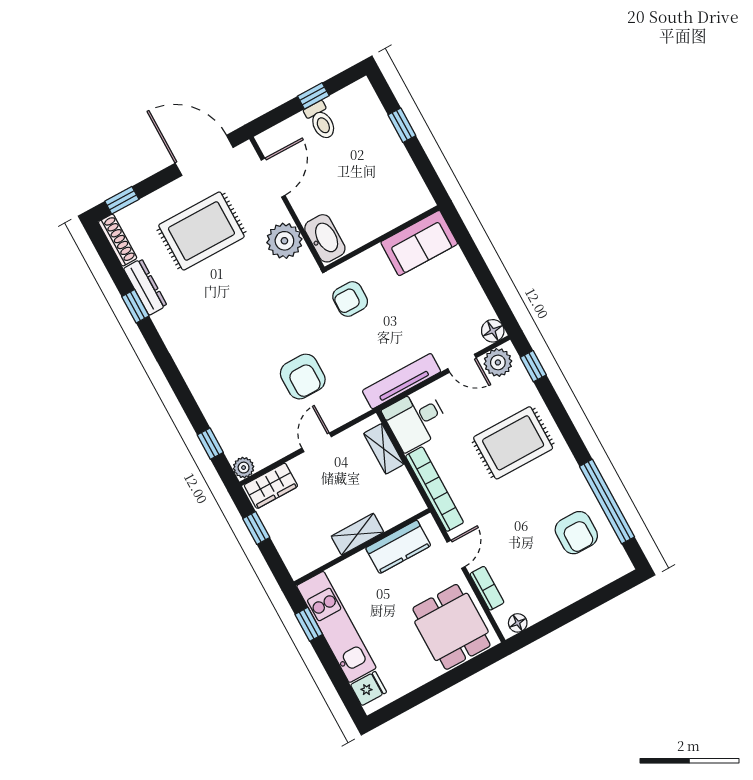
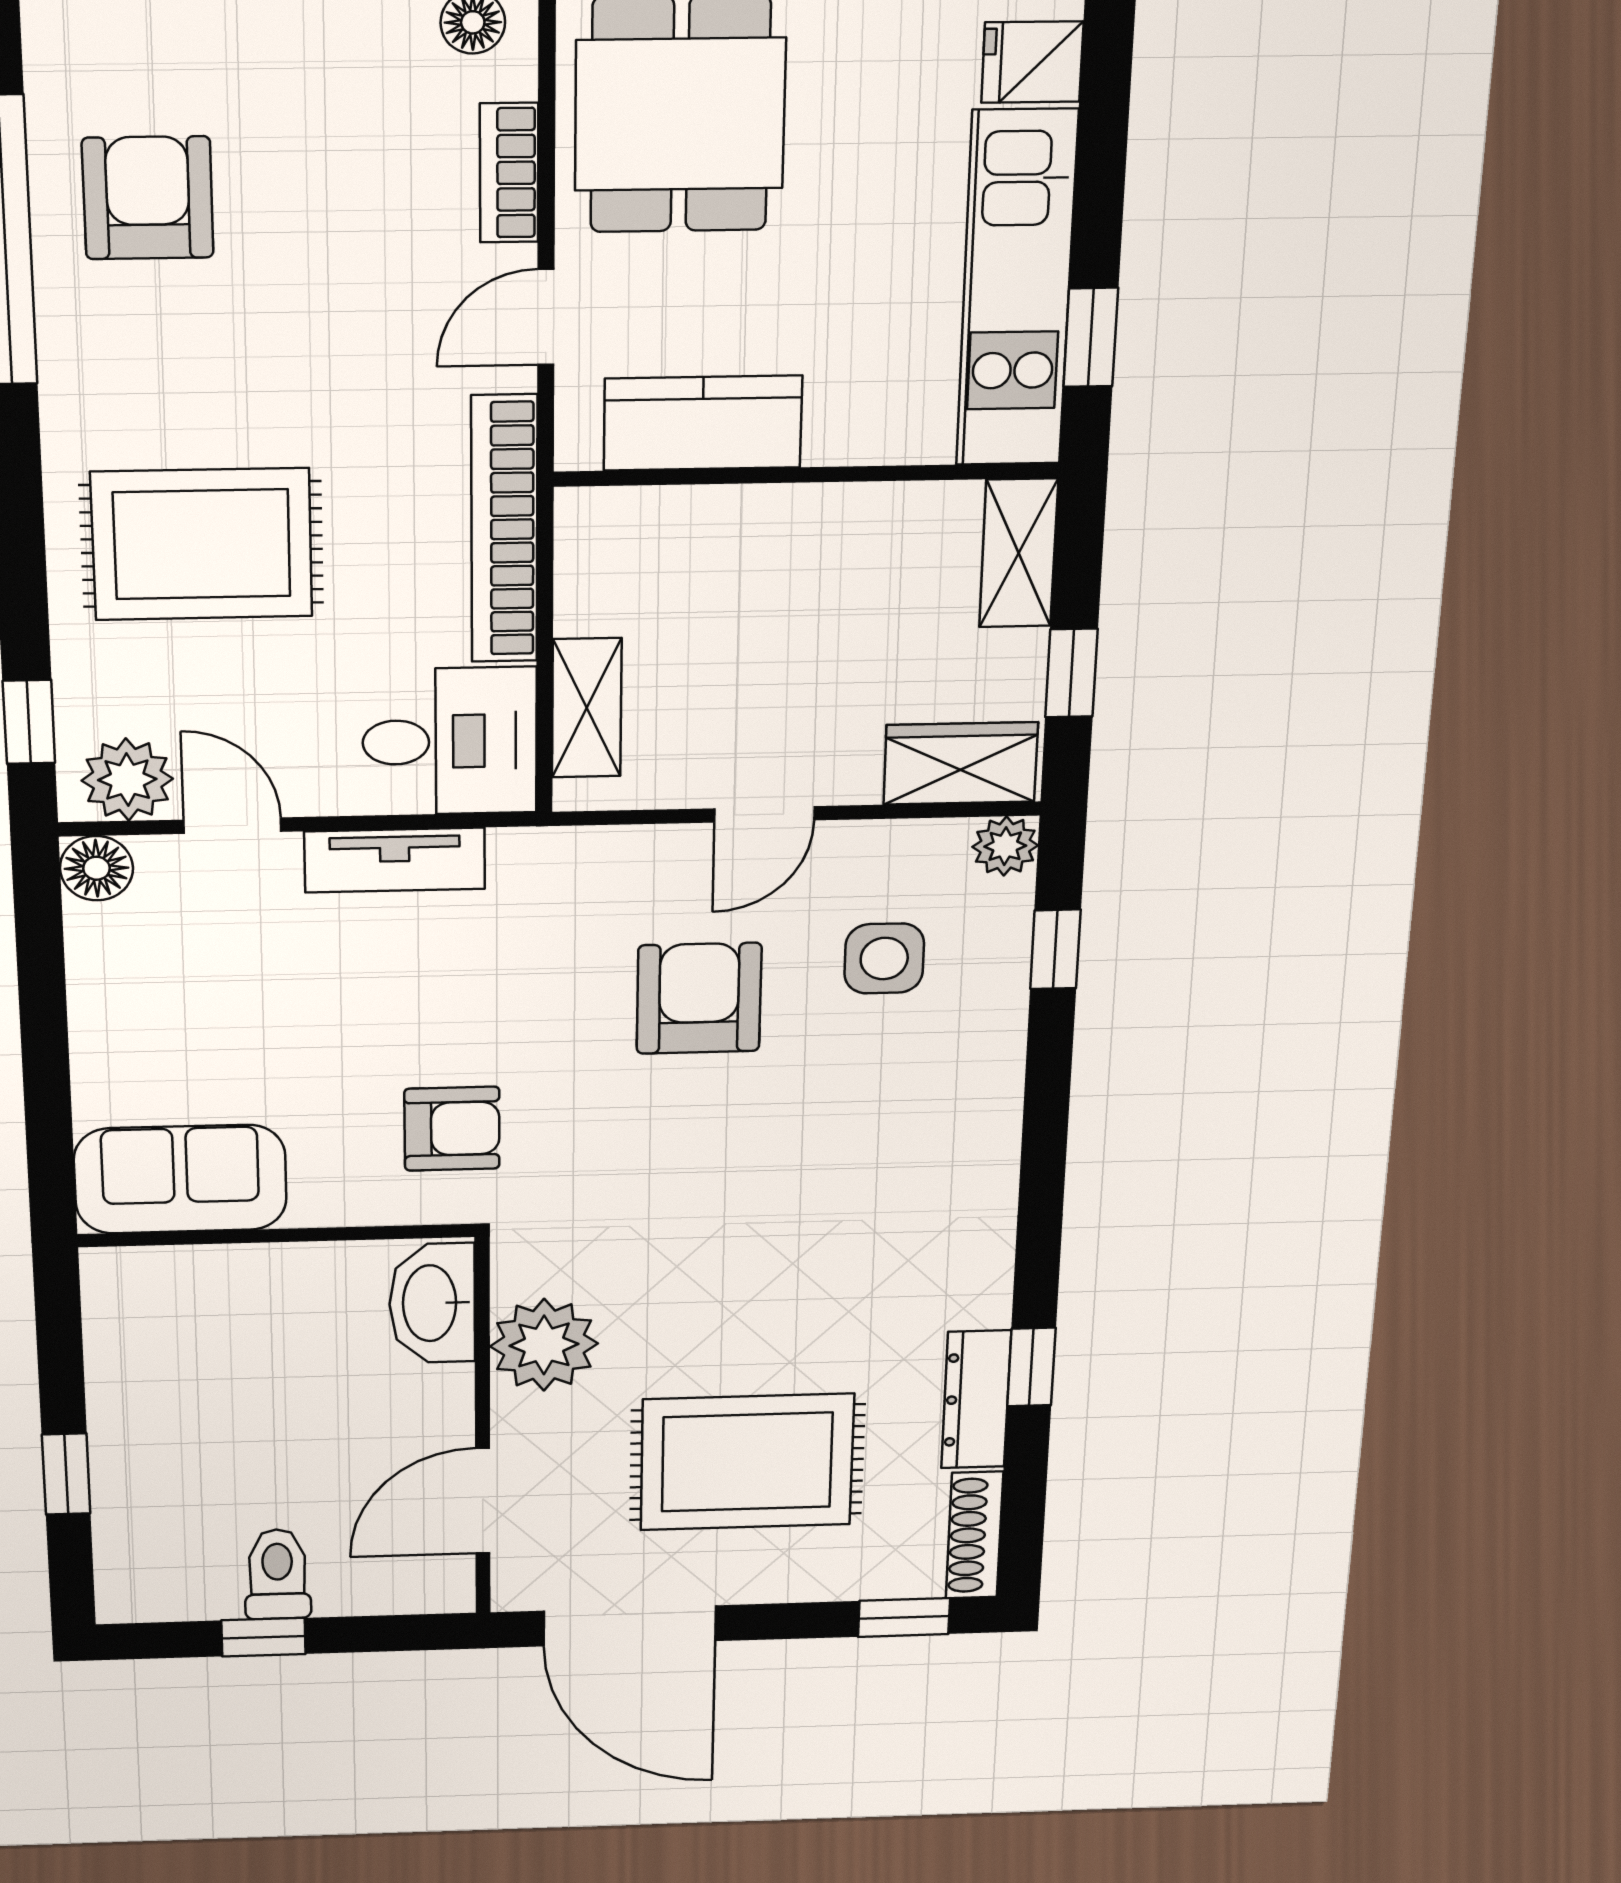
tv unit: (402, 381) -> (395, 860), width x0.71
side table: (257, 416) -> (884, 958), added
shelving: (357, 534) -> (1019, 553), moved, turned 90

